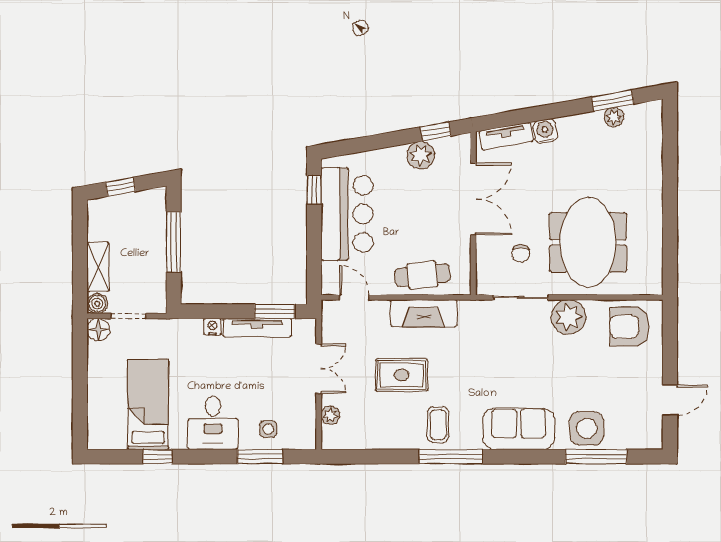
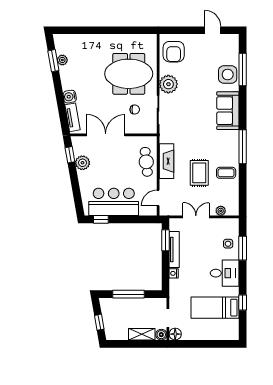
coffee table: (438, 425) -> (226, 173), moved

